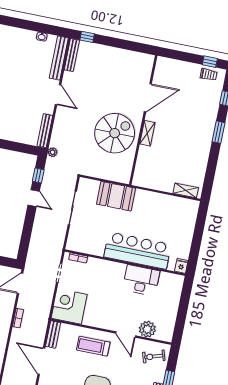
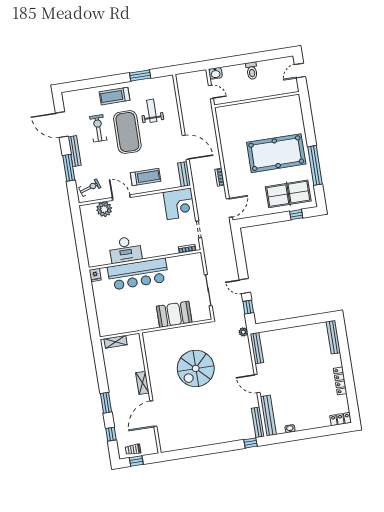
door: (148, 98) -> (153, 414), moved
wall: (143, 120) -> (150, 393), moved
shelving: (147, 133) -> (142, 383), moved

